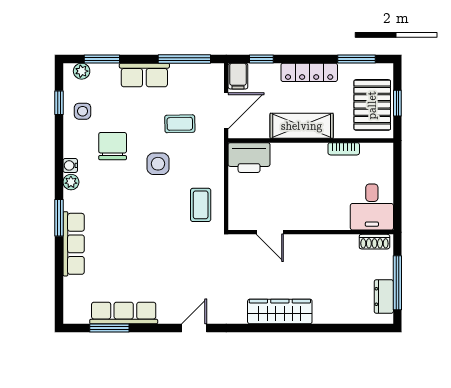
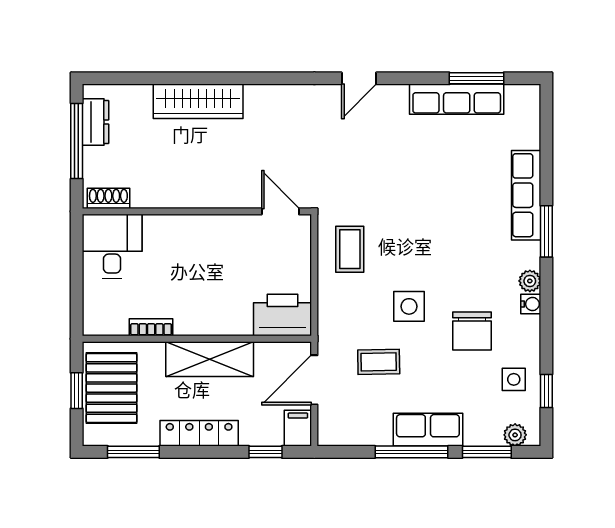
window: (184, 59) -> (412, 452), moved
door: (270, 232) -> (280, 211), moved
wardrobe: (280, 311) -> (198, 101), moved

